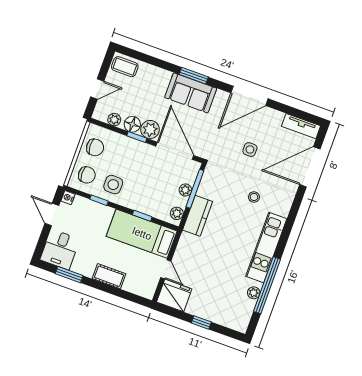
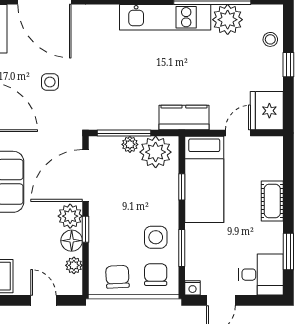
stool: (254, 197) -> (270, 39), moved
window: (99, 200) -> (182, 248), width x1.50
plant: (177, 213) -> (156, 152), width x1.87, depth x1.87
kitchen counter: (198, 216) -> (184, 118), moved
plant: (254, 293) -> (228, 20), width x1.88, depth x1.88

